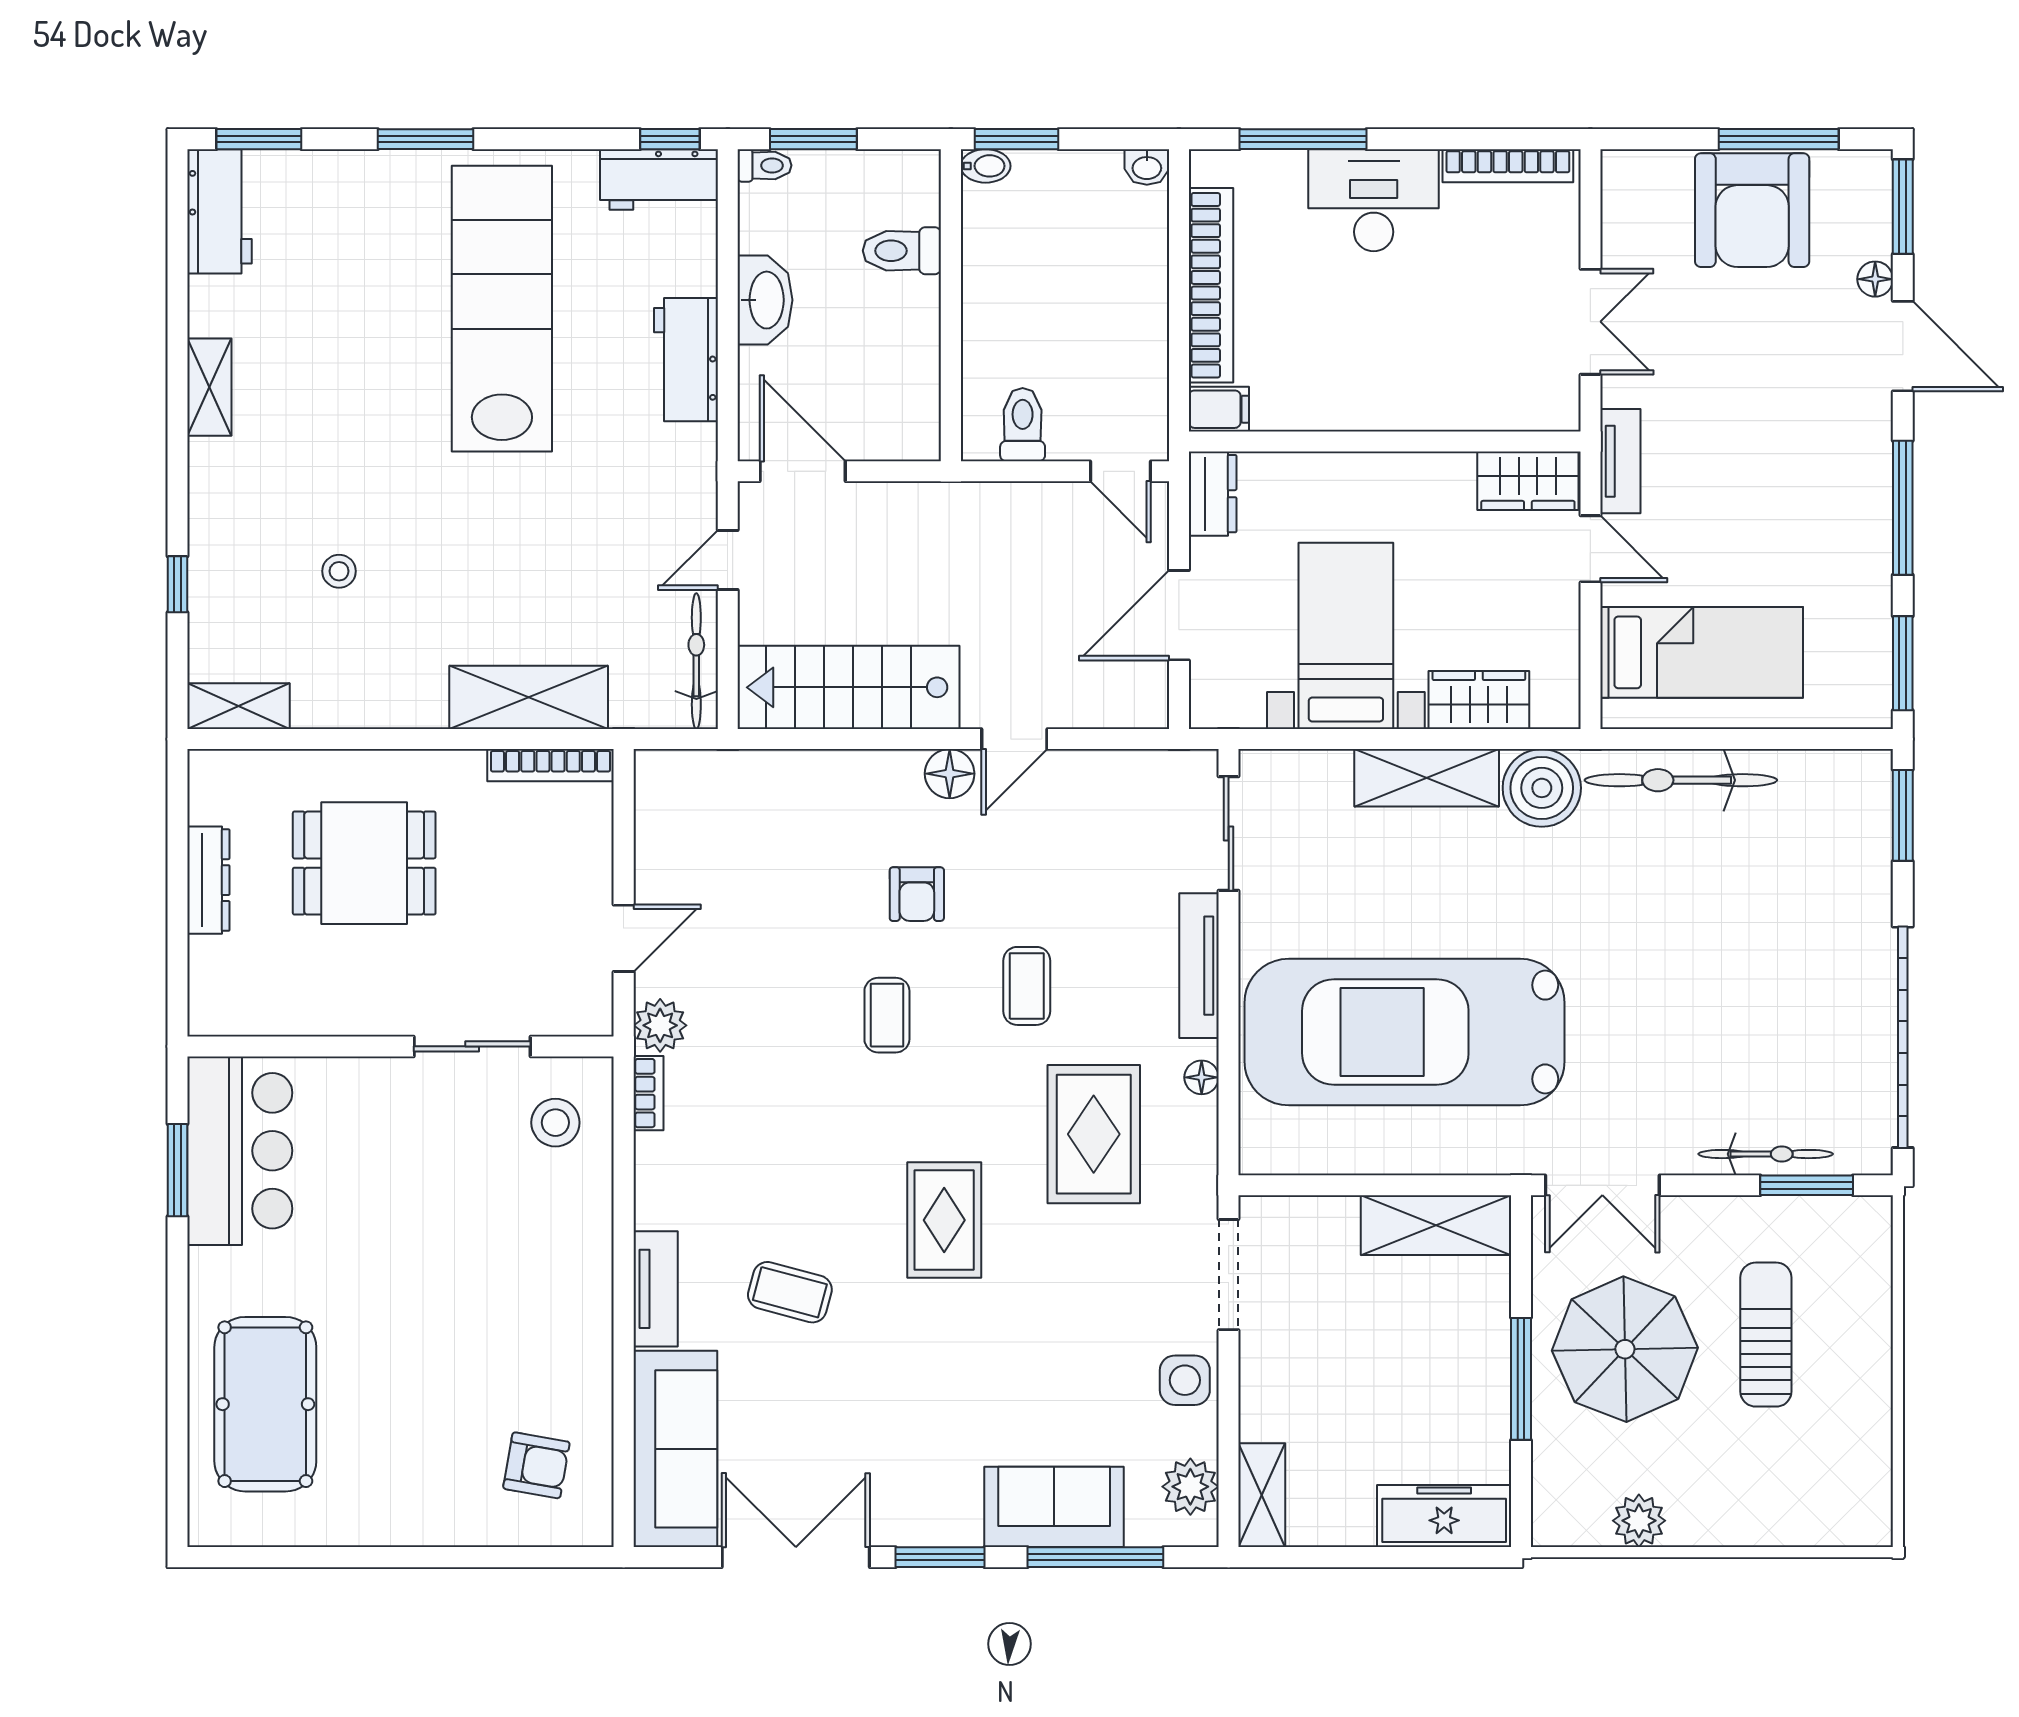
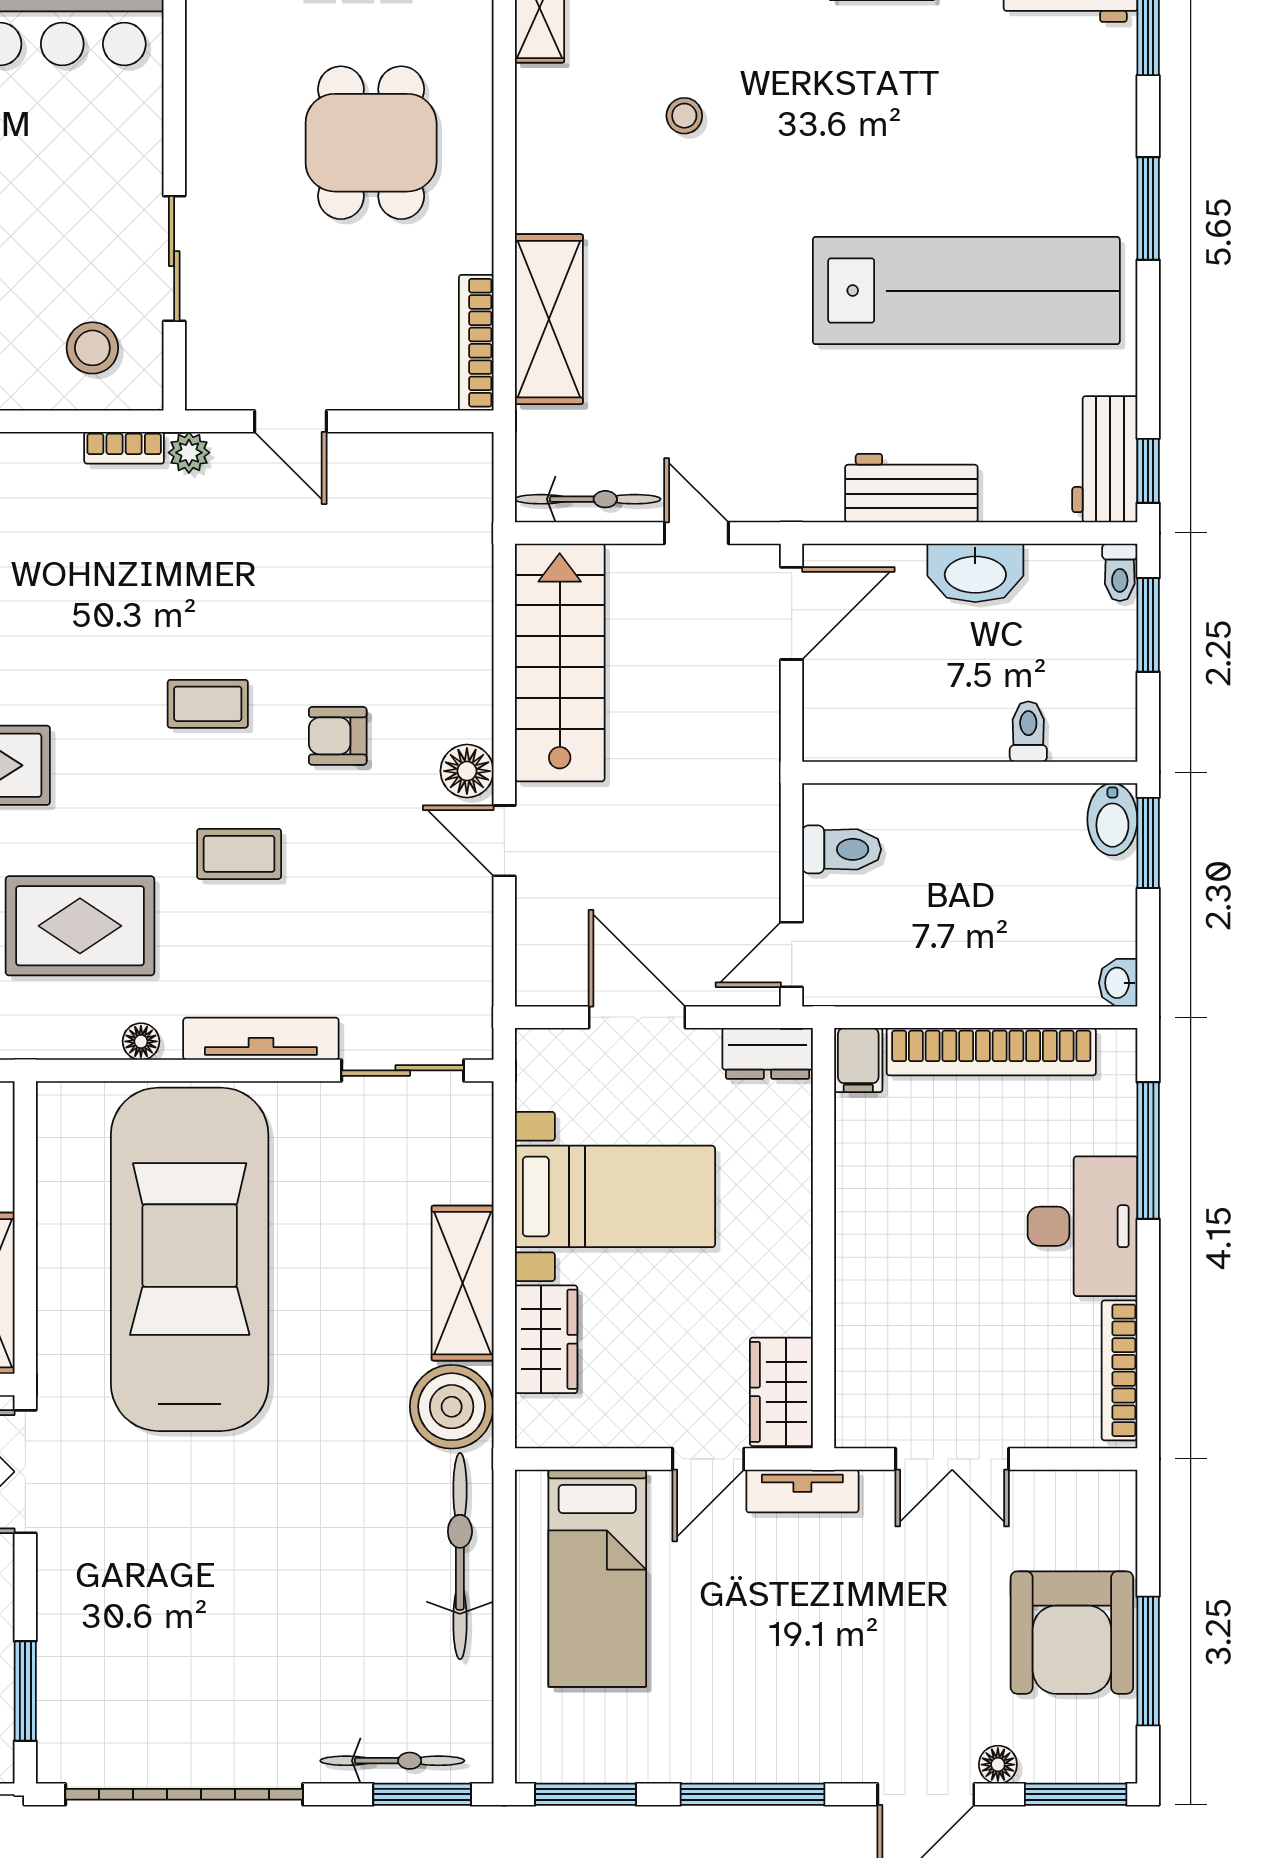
bidet: (986, 166) -> (1112, 819), width x1.38, depth x1.36
armchair: (1752, 210) -> (1072, 1633), turned -90
toilet: (902, 251) -> (1028, 732), width x0.73, depth x0.72
plant: (660, 1025) -> (189, 453), width x0.73, depth x0.73
bicycle: (1766, 1154) -> (392, 1761), moved, turned -90

